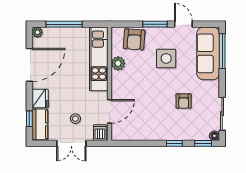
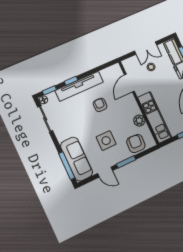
armchair: (184, 101) -> (100, 105), moved
dishwasher: (100, 133) -> (129, 65), removed
tv unit: (168, 133) -> (79, 86), added
double door: (71, 143) -> (146, 48), swing flipped

